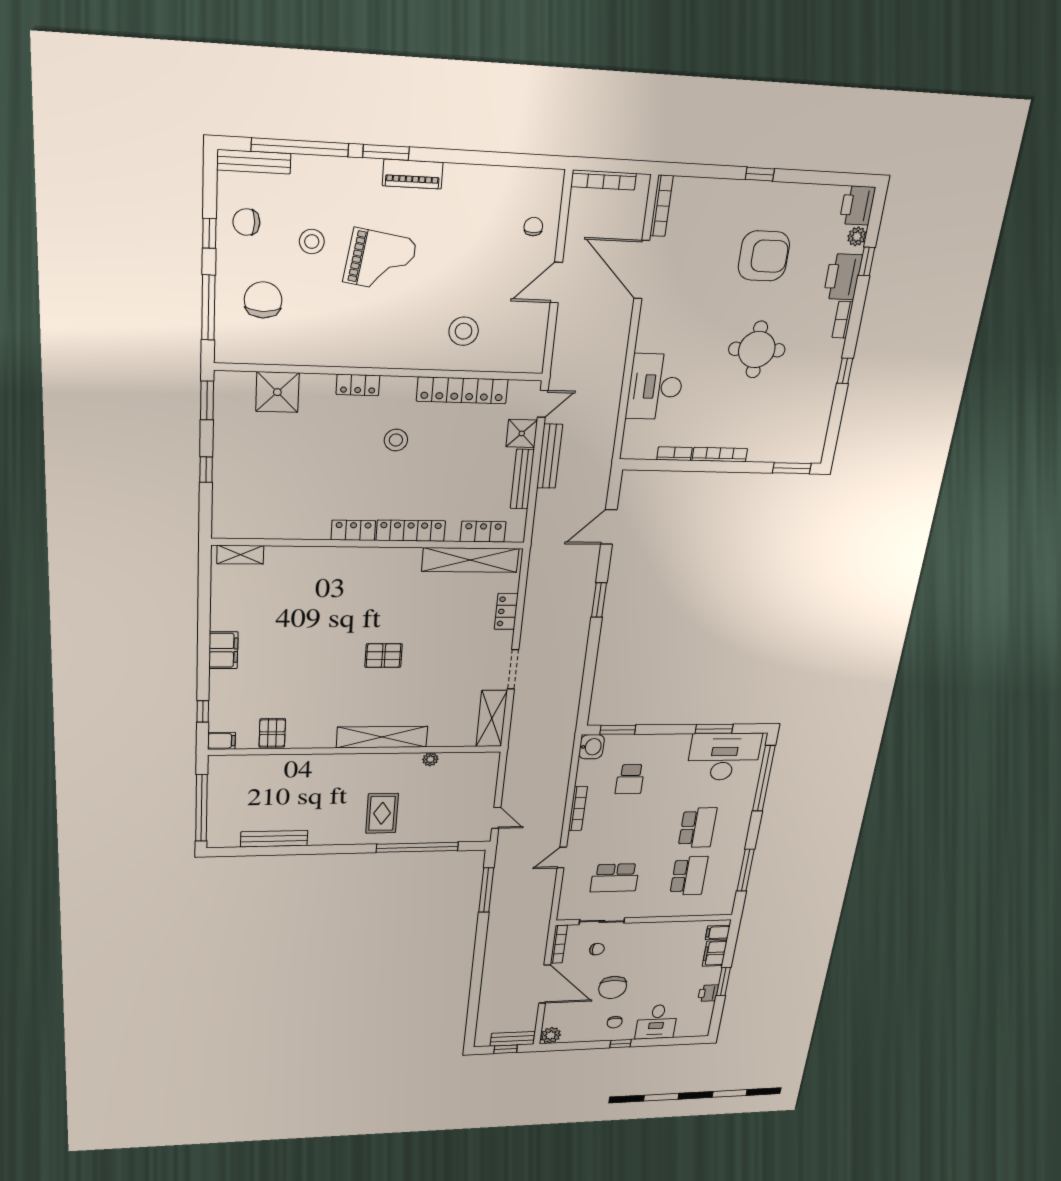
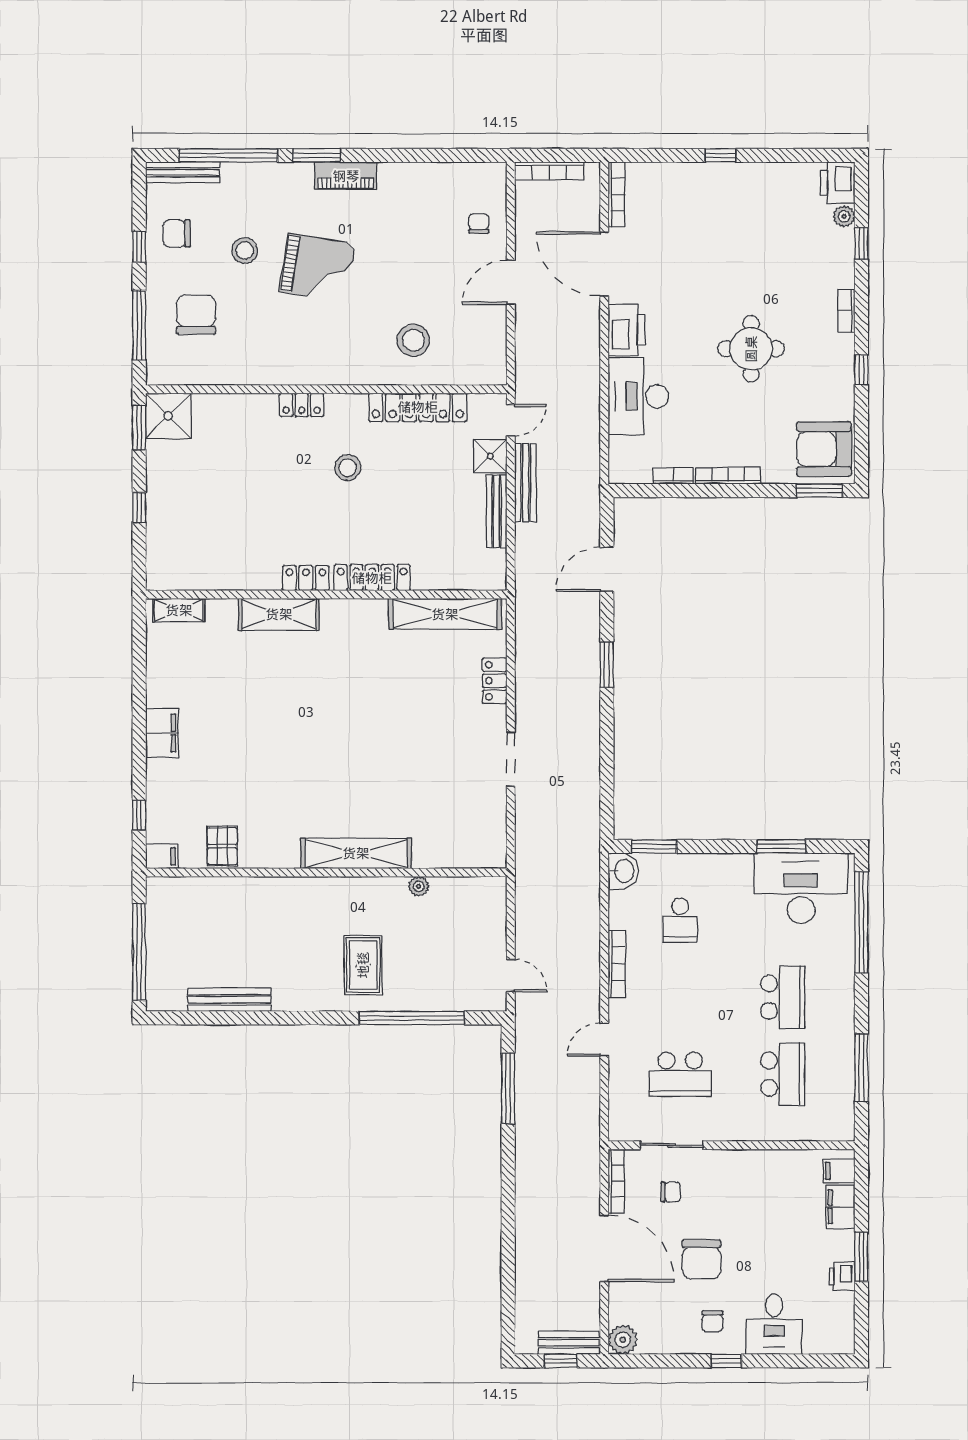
armchair: (764, 256) -> (824, 449), moved, turned 180
printer: (843, 277) -> (626, 330), moved, turned 180
shower: (277, 392) -> (168, 416), moved
locker: (483, 532) -> (457, 577), removed
pallet: (384, 656) -> (351, 740), removed
shelving: (492, 719) -> (279, 614), moved, turned 90

